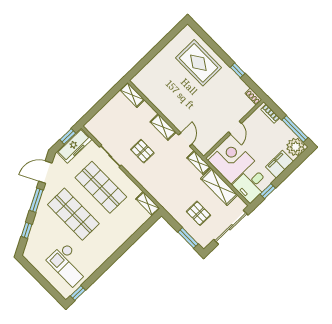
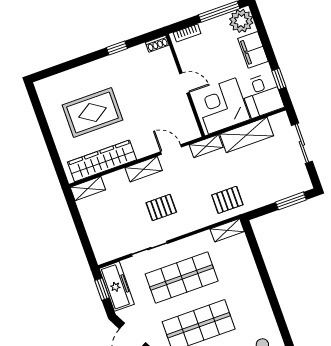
rug: (198, 63) -> (93, 113), moved
wardrobe: (155, 96) -> (102, 161), added
pallet: (198, 213) -> (227, 200), moved
sliding door: (231, 227) -> (302, 143), width x0.73

